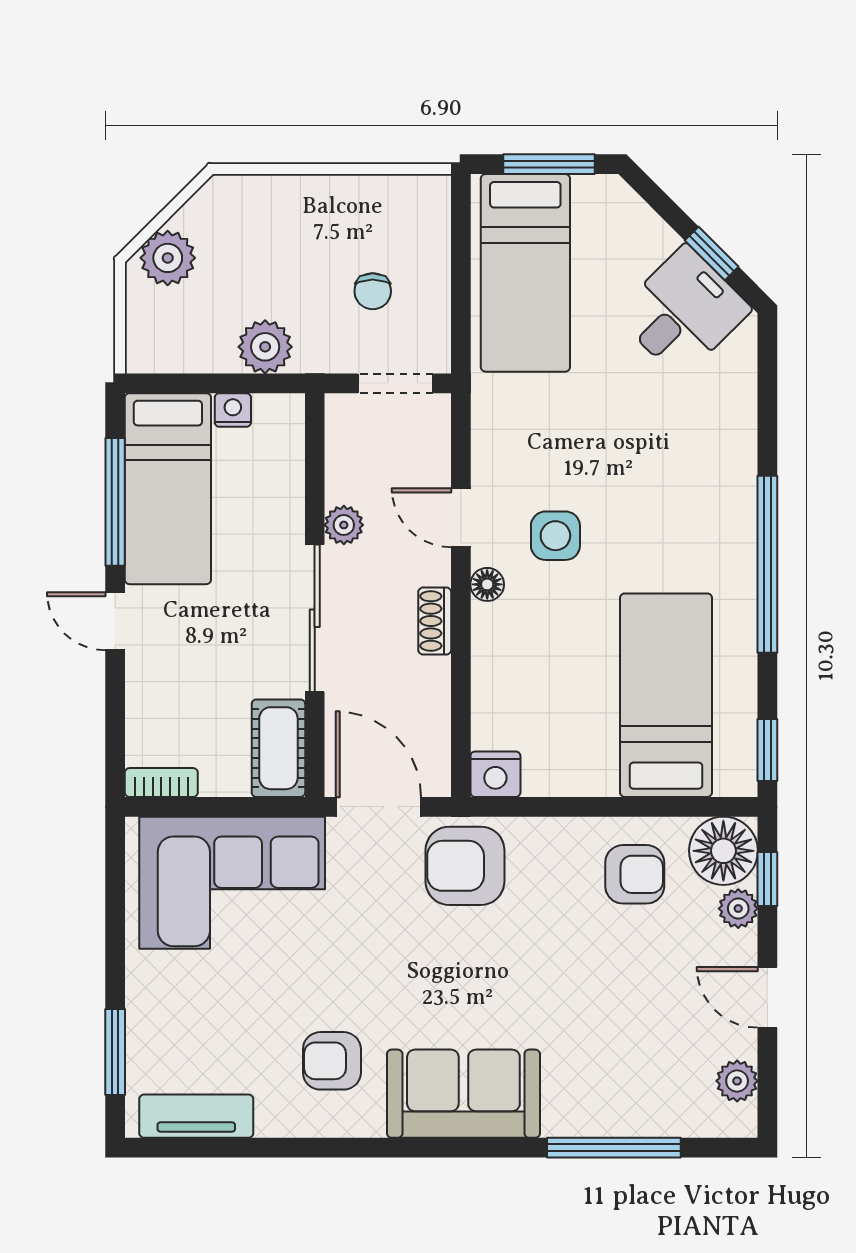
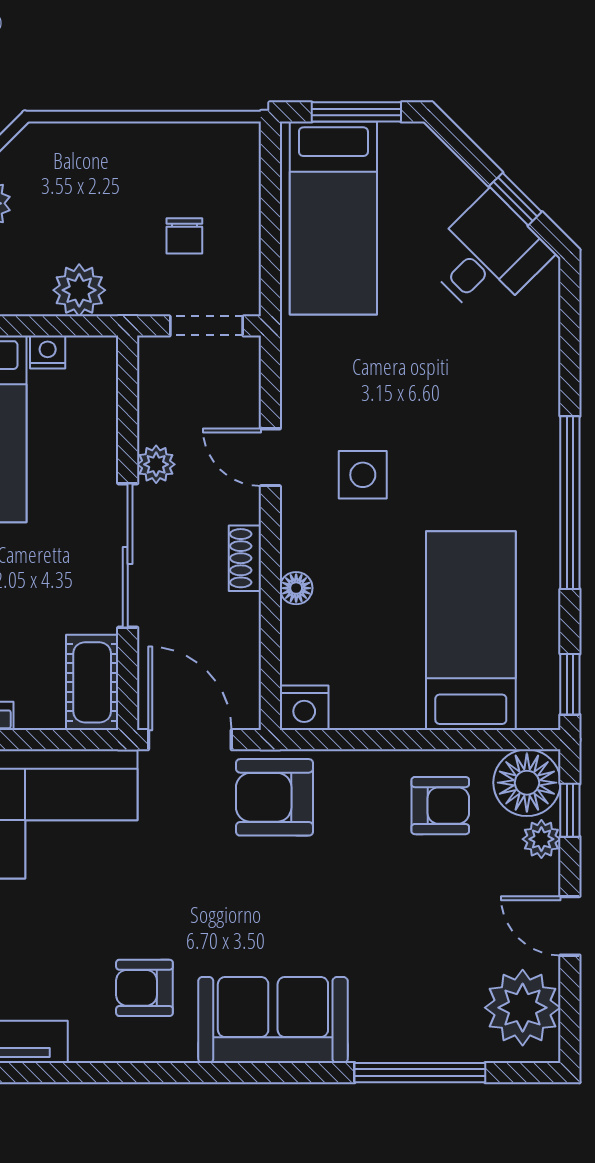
floor lamp: (487, 584) -> (296, 588), moved
plant: (737, 1081) -> (523, 1008), width x1.88, depth x1.88

